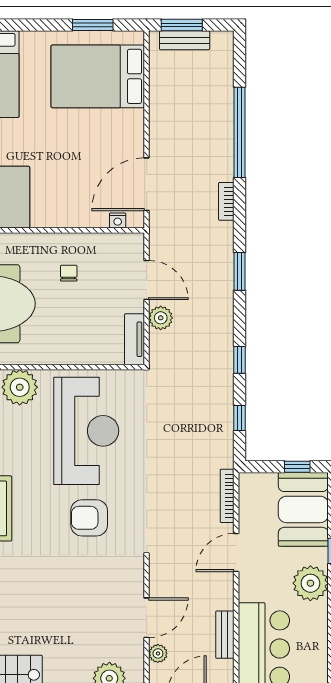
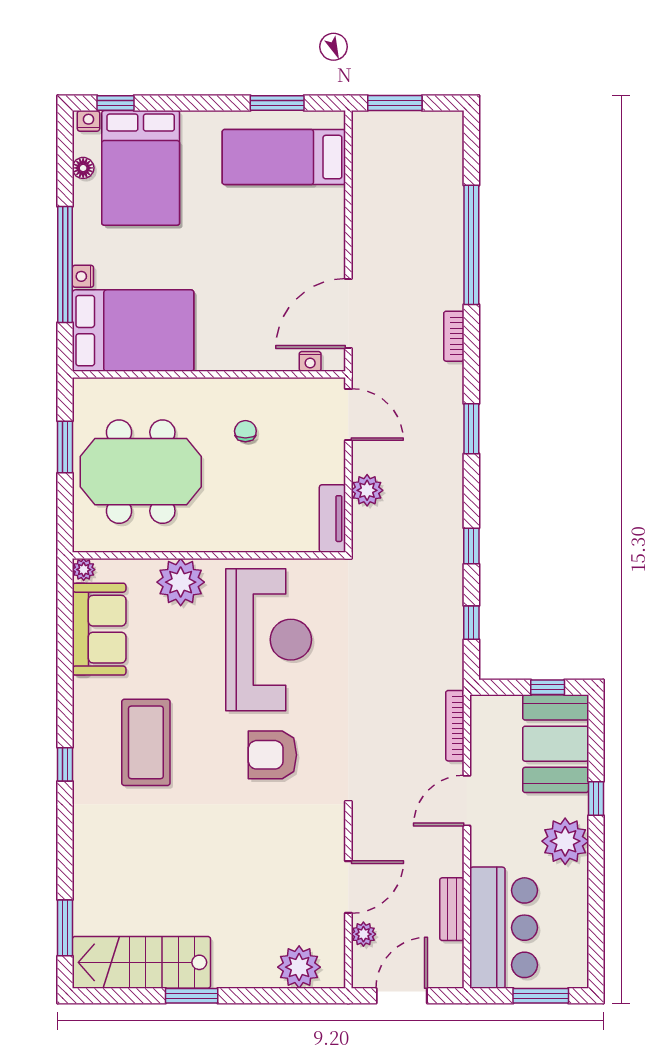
bench: (185, 40) -> (399, 123), removed
bed: (98, 76) -> (284, 157), width x0.67
door: (147, 280) -> (348, 415), moved

